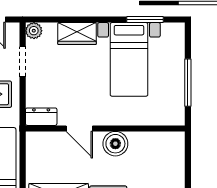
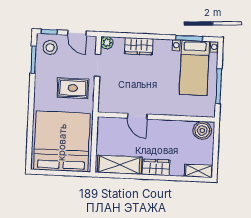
bed with nightstands: (129, 59) -> (194, 68), moved
dresser: (41, 117) -> (109, 106), removed
boiler: (115, 144) -> (202, 130), moved

